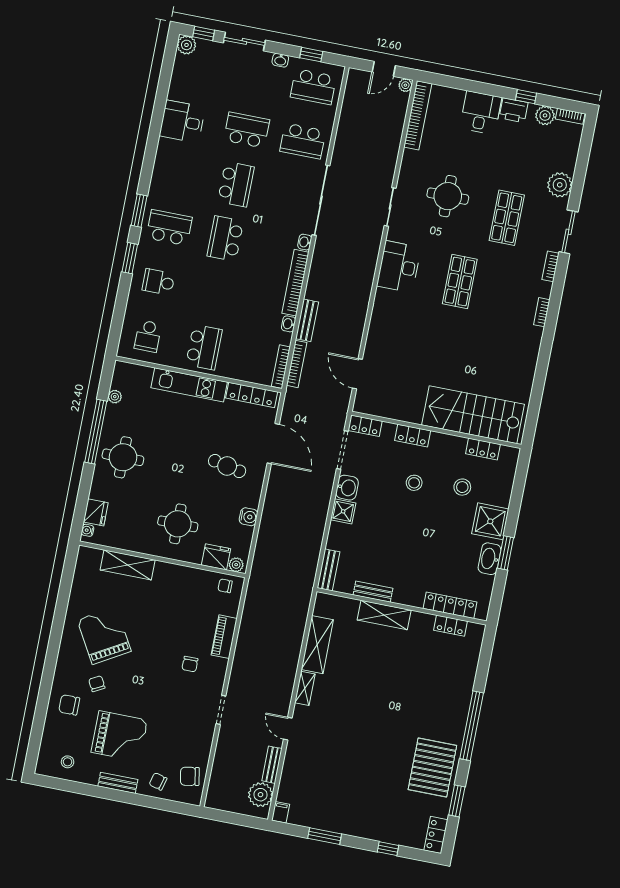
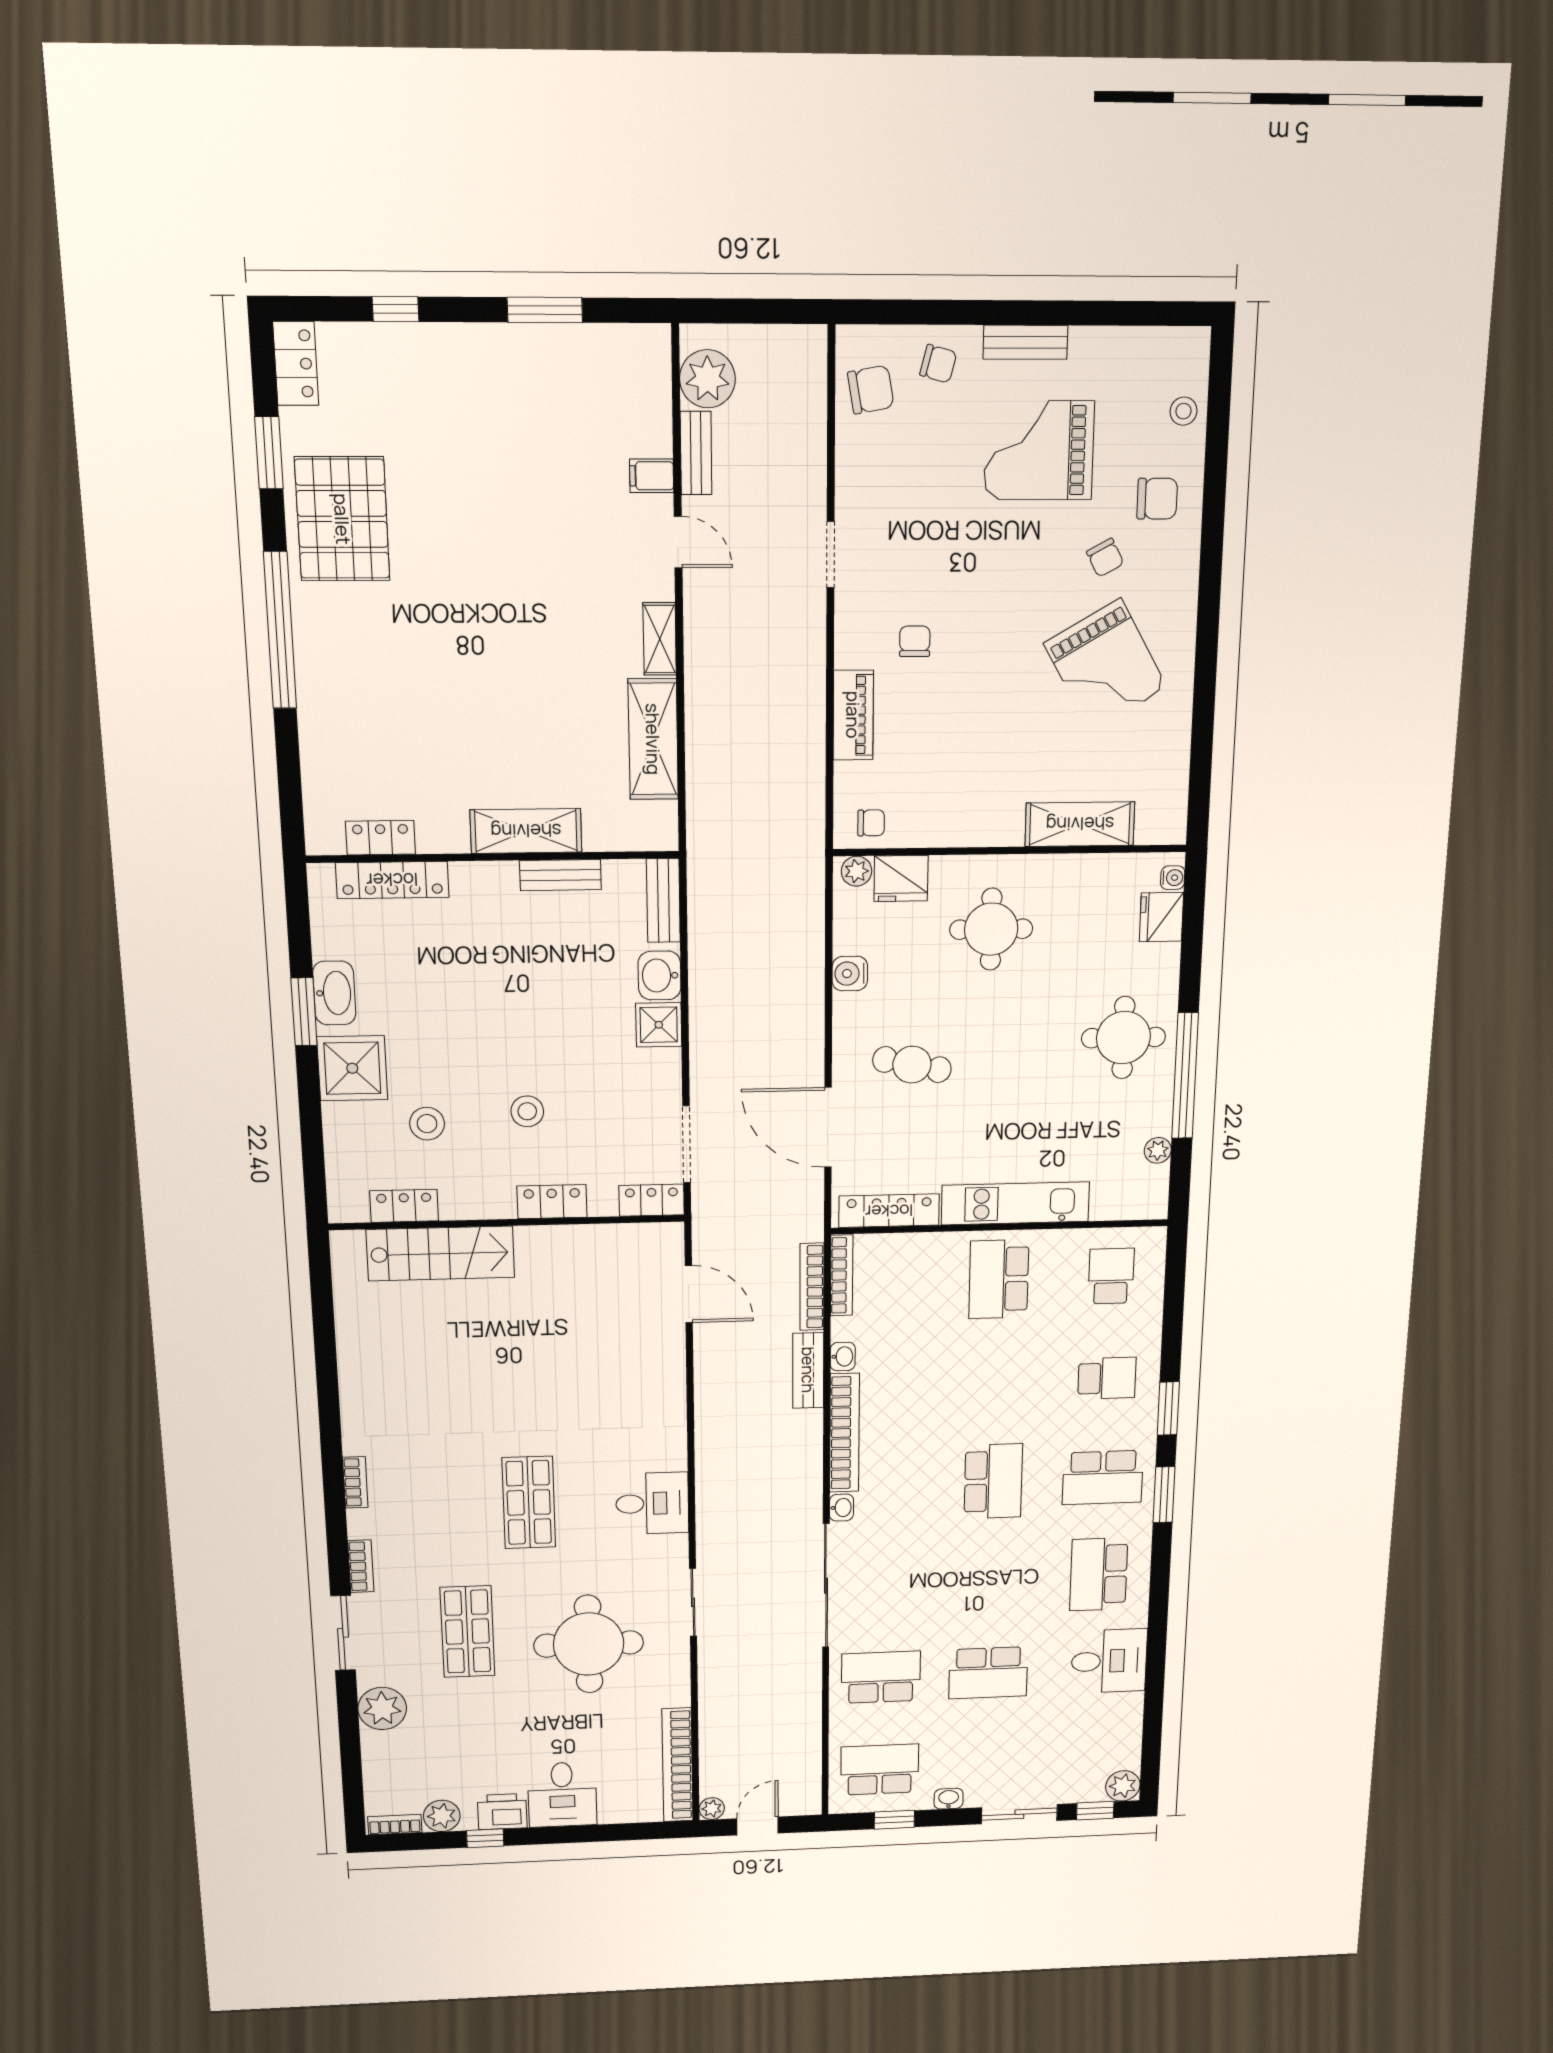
school desk: (236, 184) -> (1099, 1574), moved
round table: (448, 196) -> (589, 1644), width x1.36, depth x1.36
desk: (399, 267) -> (652, 1503), width x0.73
stairs: (473, 415) -> (441, 1254), width x0.73, depth x0.66
washbasin: (347, 488) -> (659, 976), moved
stool: (68, 762) -> (1184, 411), moved
filing cabinet: (281, 812) -> (652, 476), moved, turned 90

